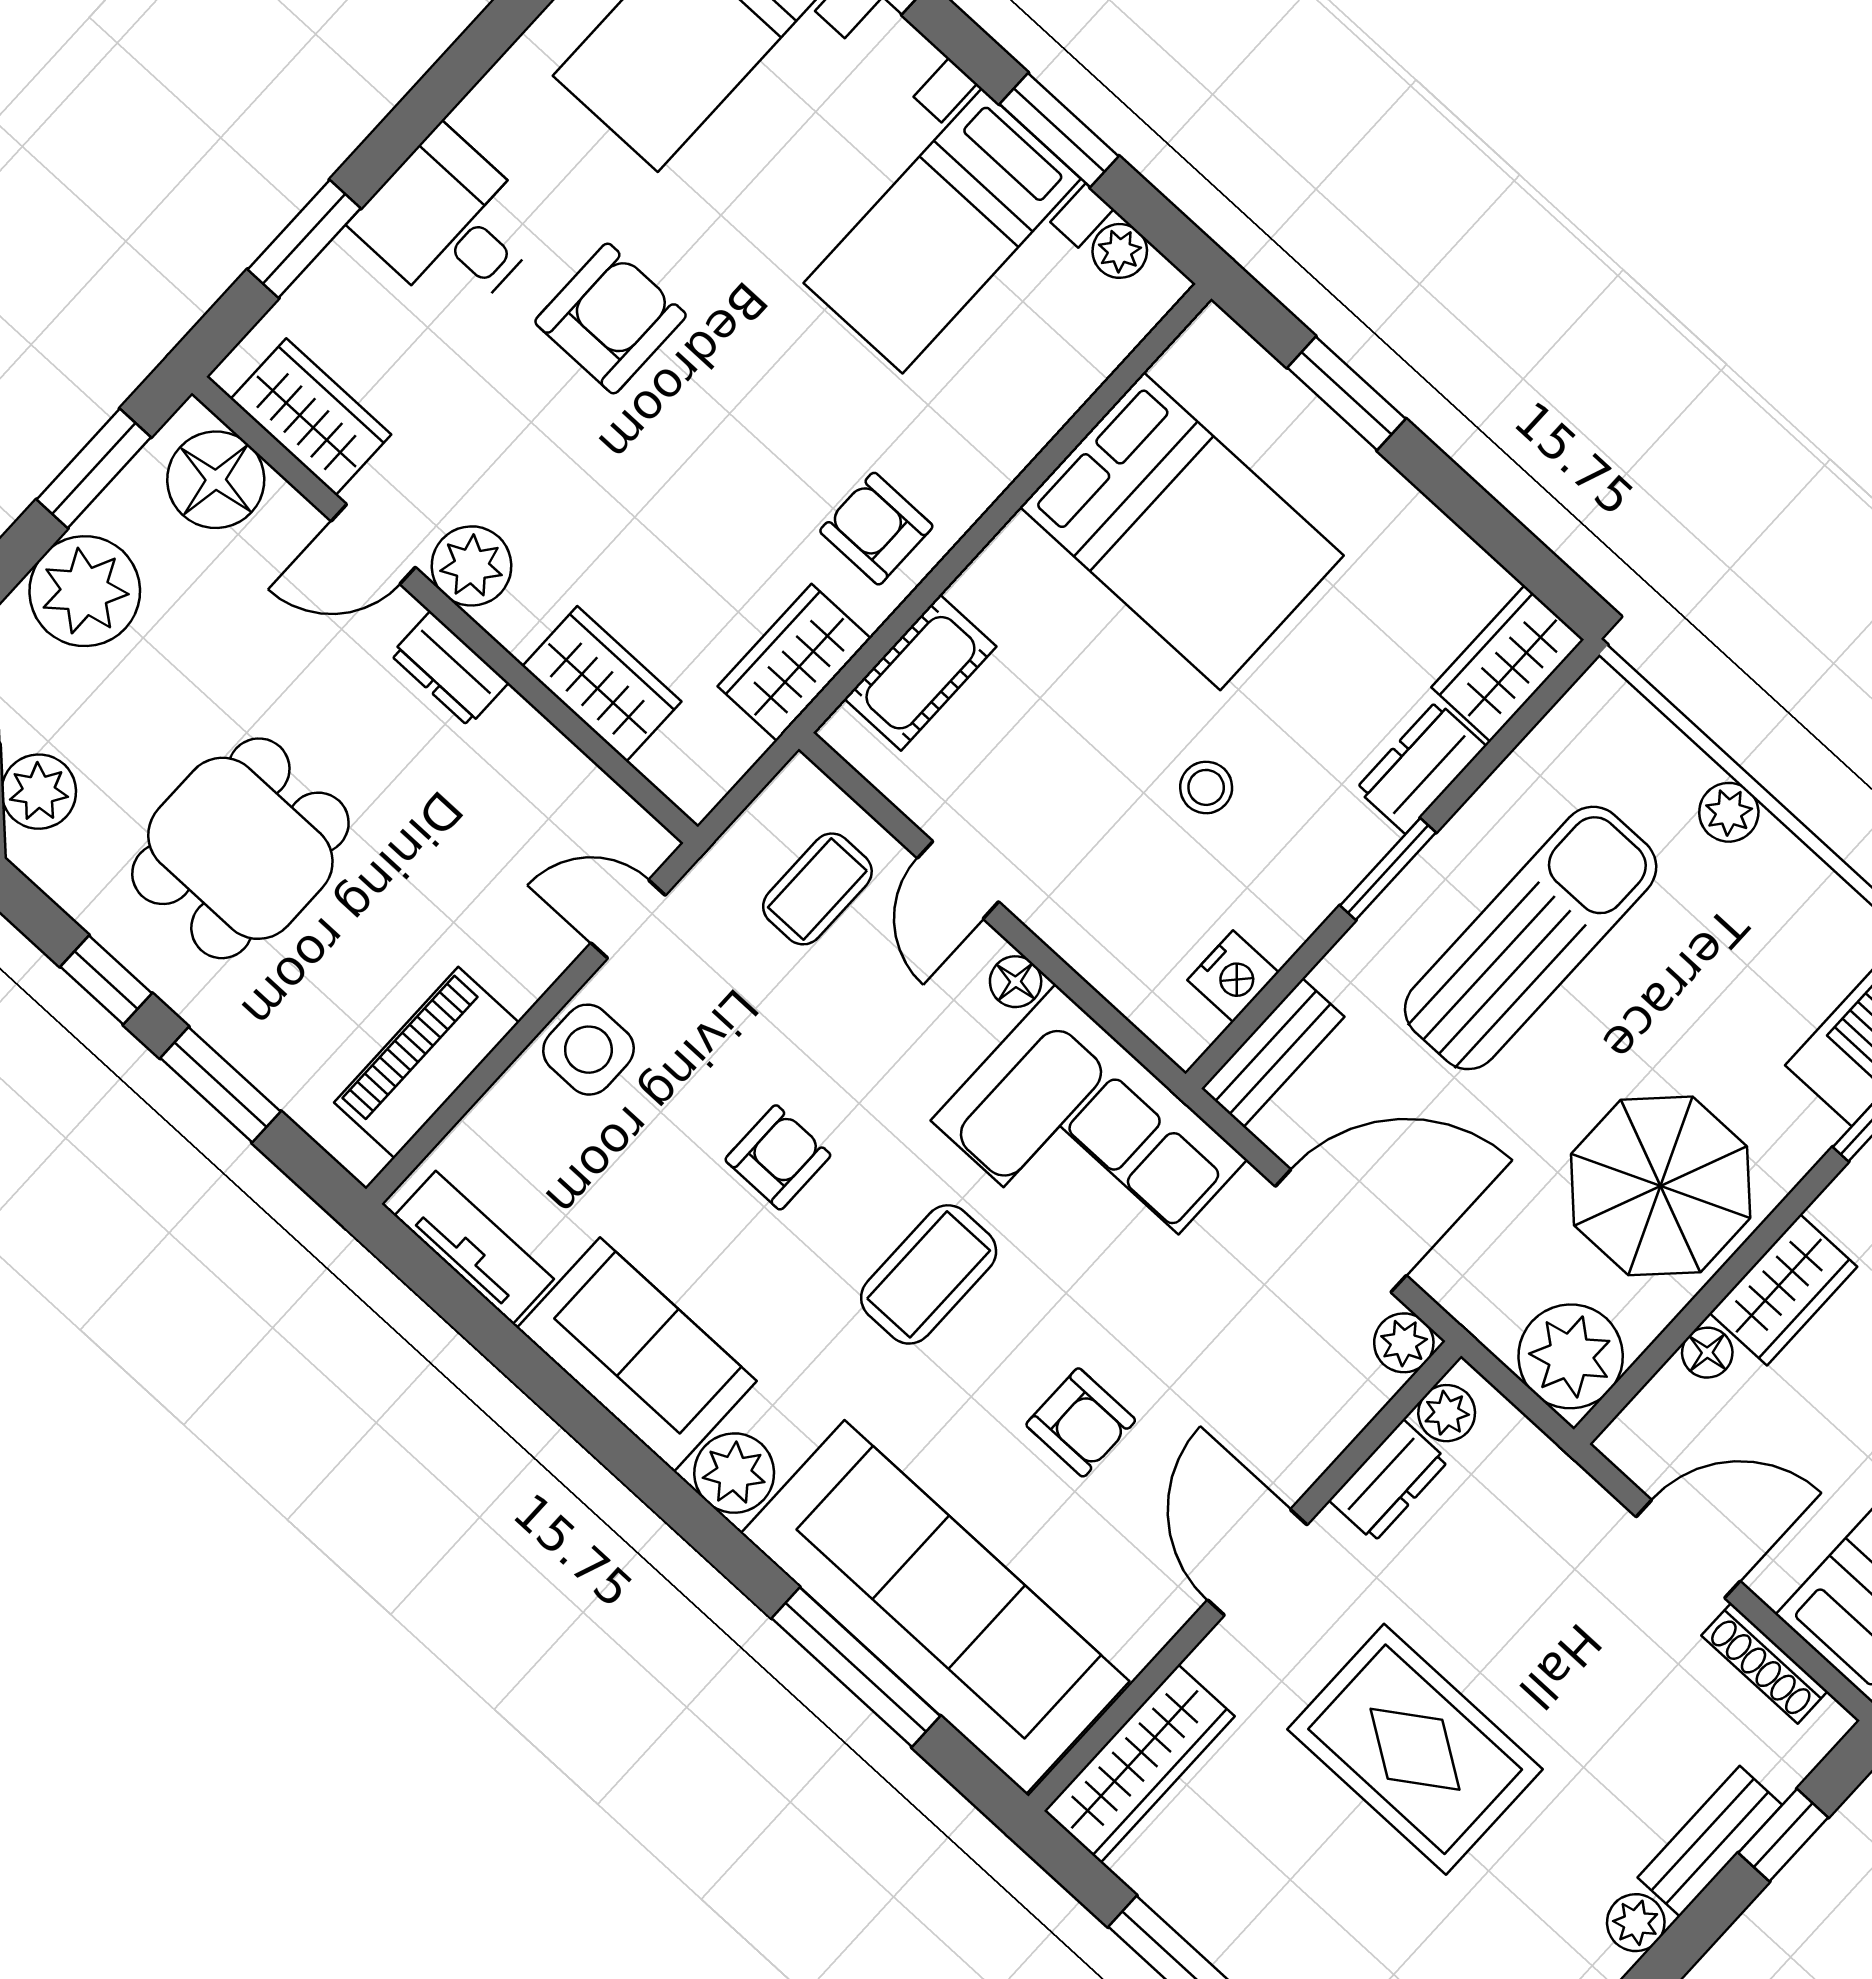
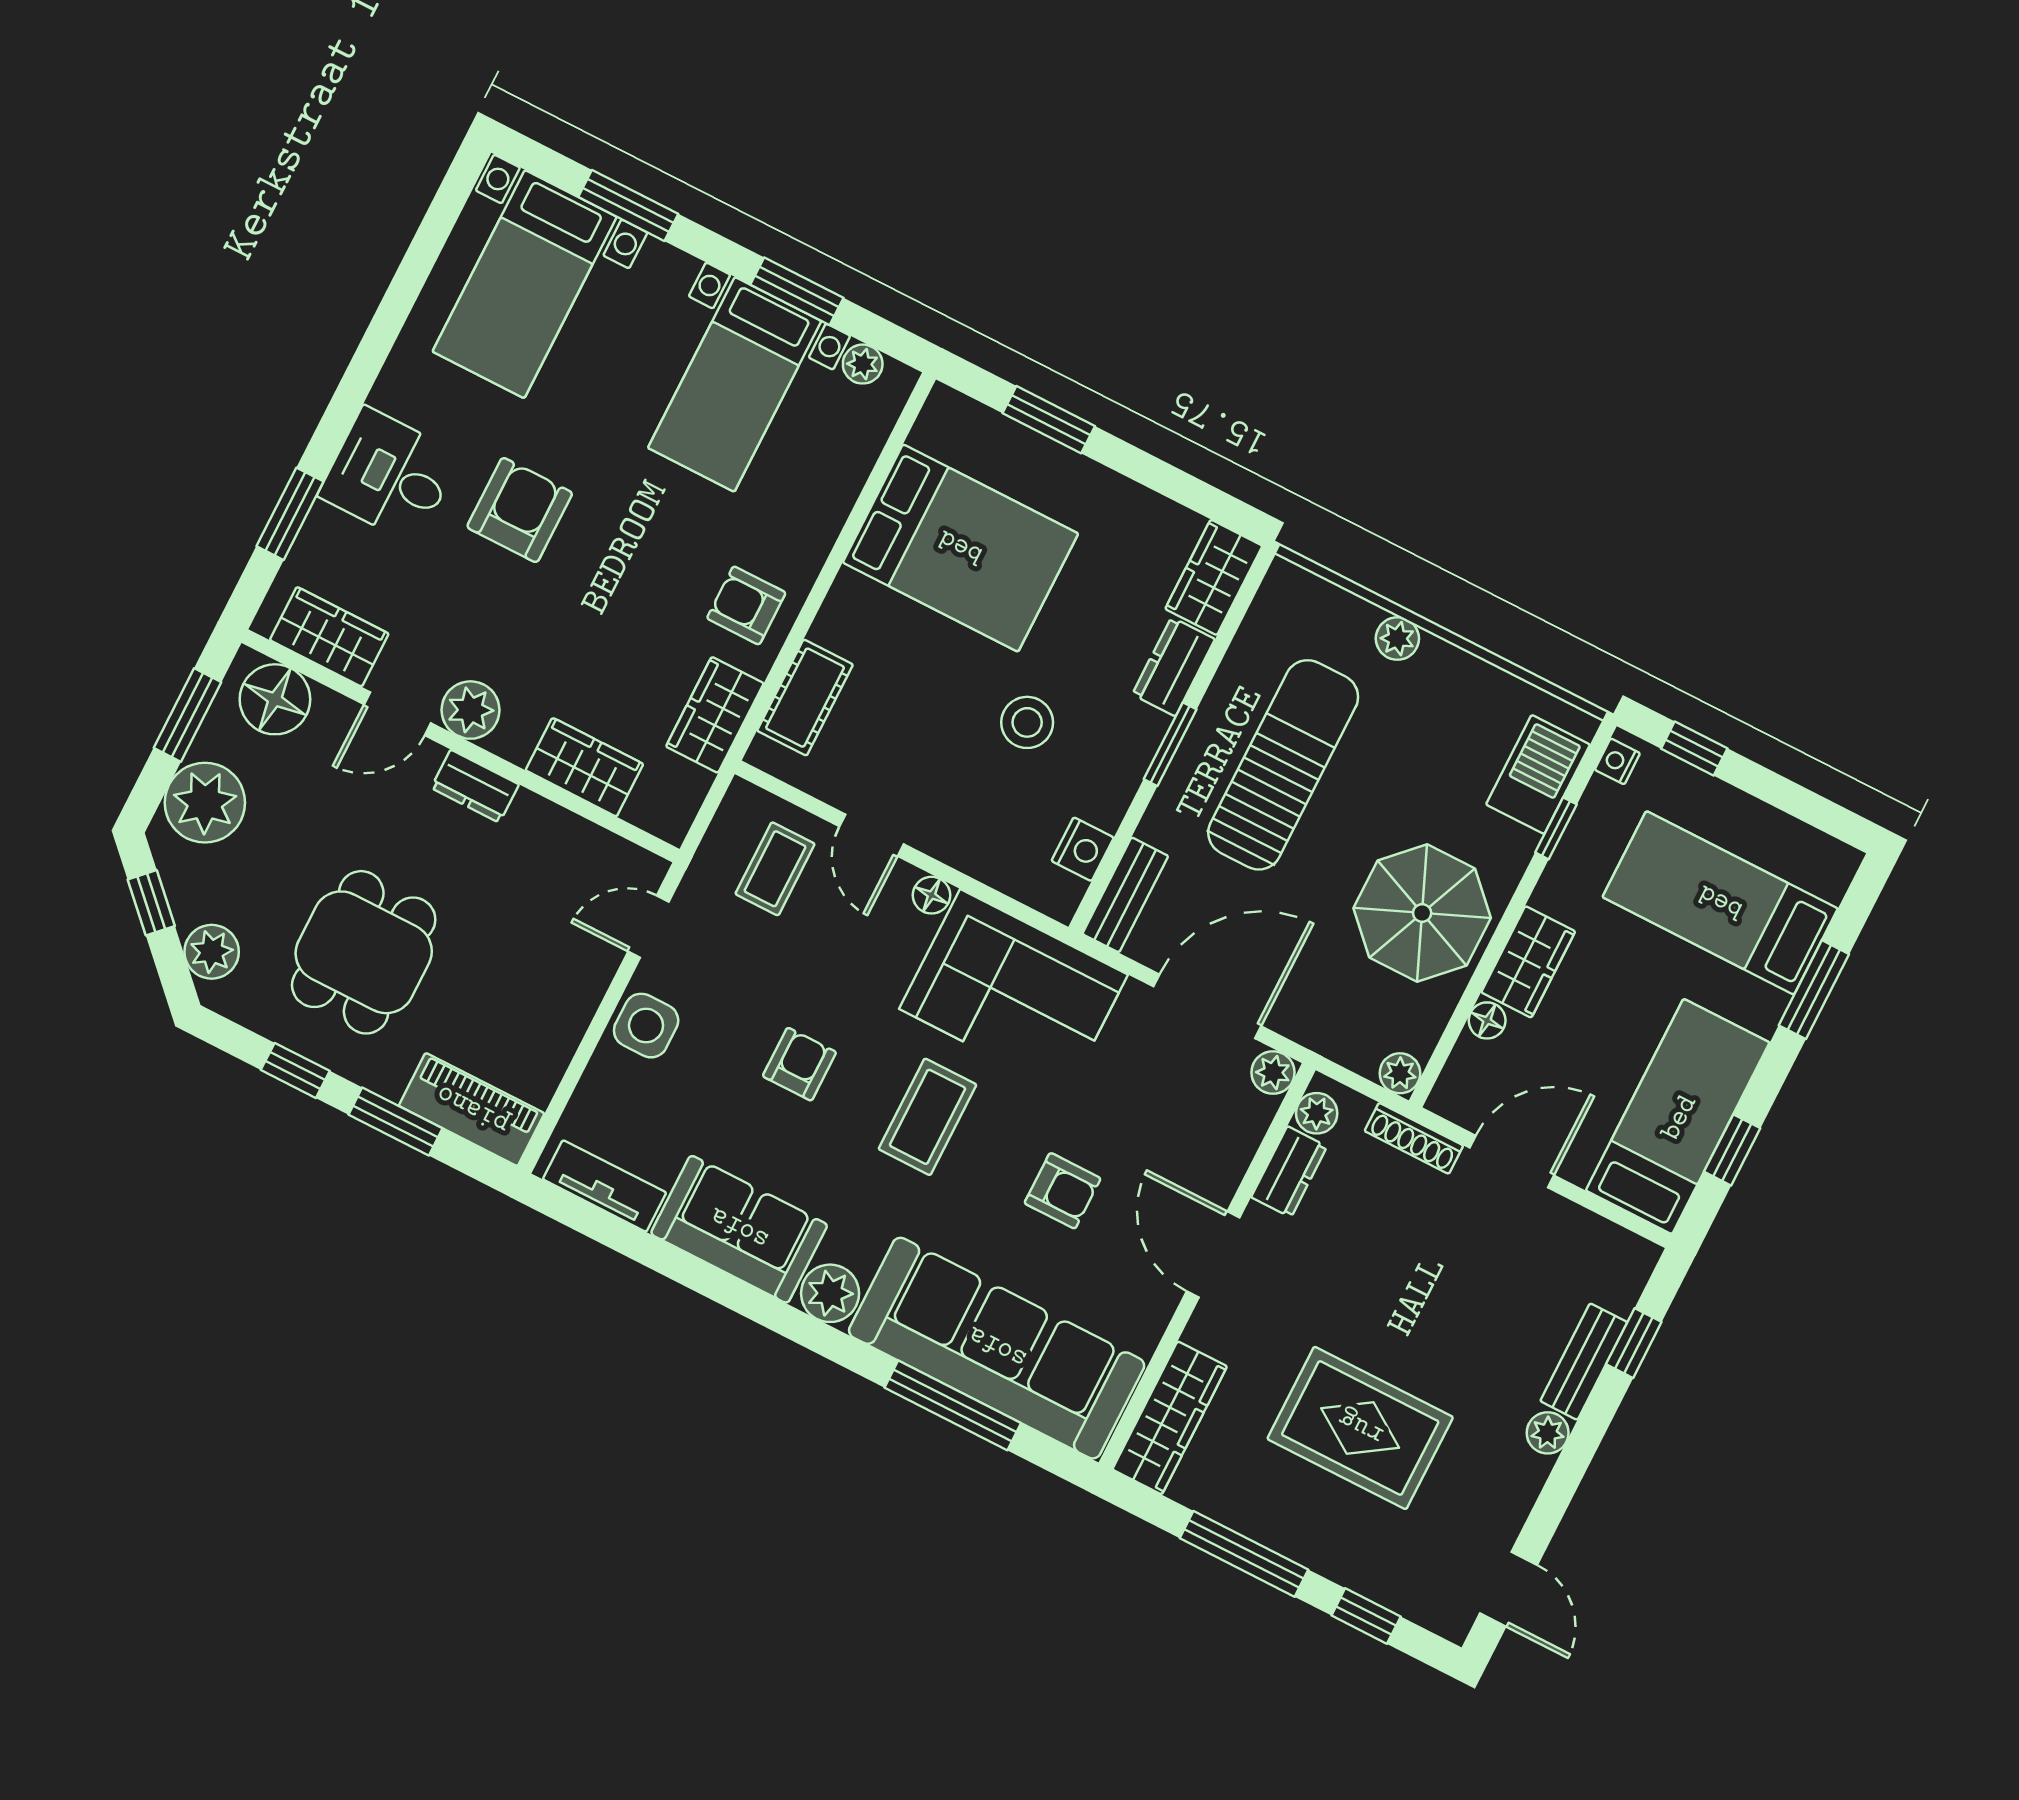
stool: (1206, 787) -> (1027, 722), width x1.37, depth x1.37
piano: (426, 1063) -> (472, 1110), moved, turned 90
plant: (1571, 1356) -> (1400, 1073), width x0.53, depth x0.53
shoe rack: (1764, 1663) -> (1414, 1138), moved
rug: (1415, 1749) -> (1360, 1428), moved

